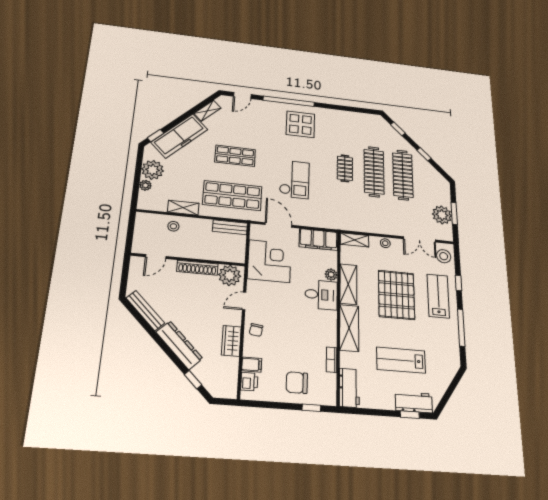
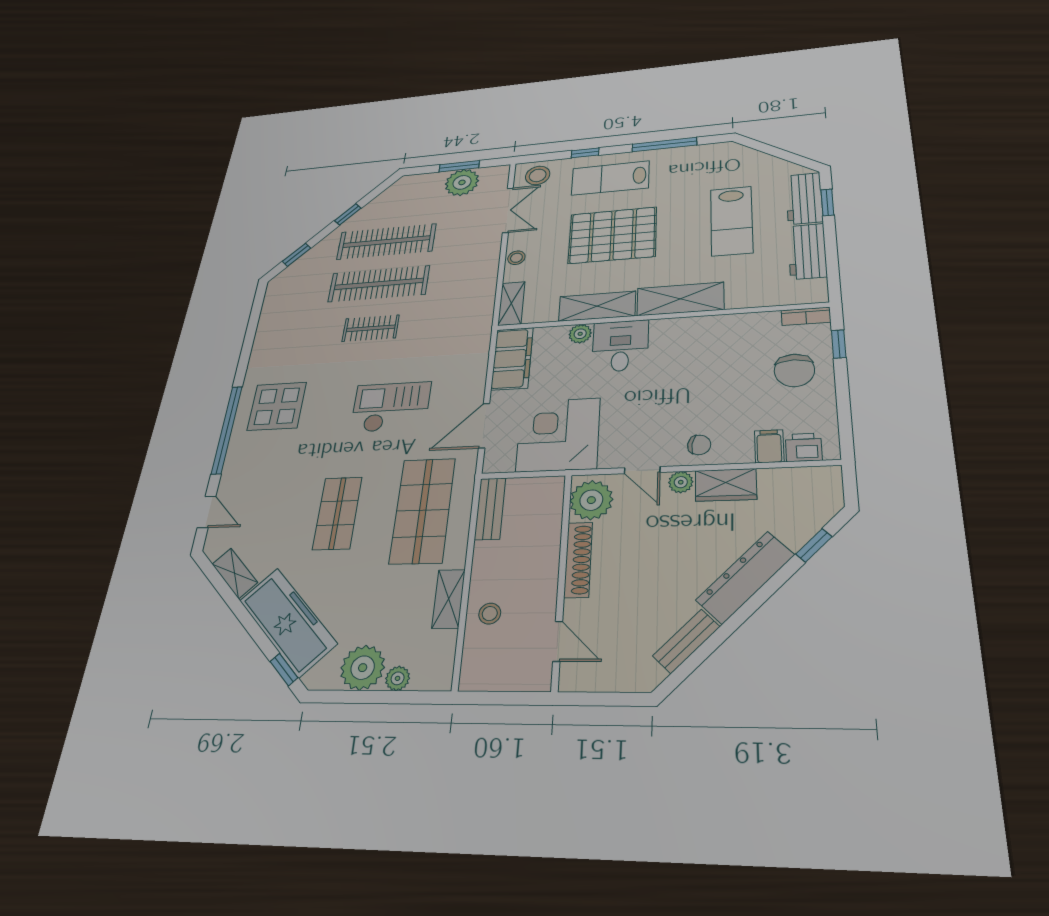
bench: (145, 310) -> (686, 641), width x0.73
plant: (235, 319) -> (681, 482), added
bookcase: (332, 360) -> (806, 316), moved
workbench: (349, 388) -> (807, 251), moved, turned -90

